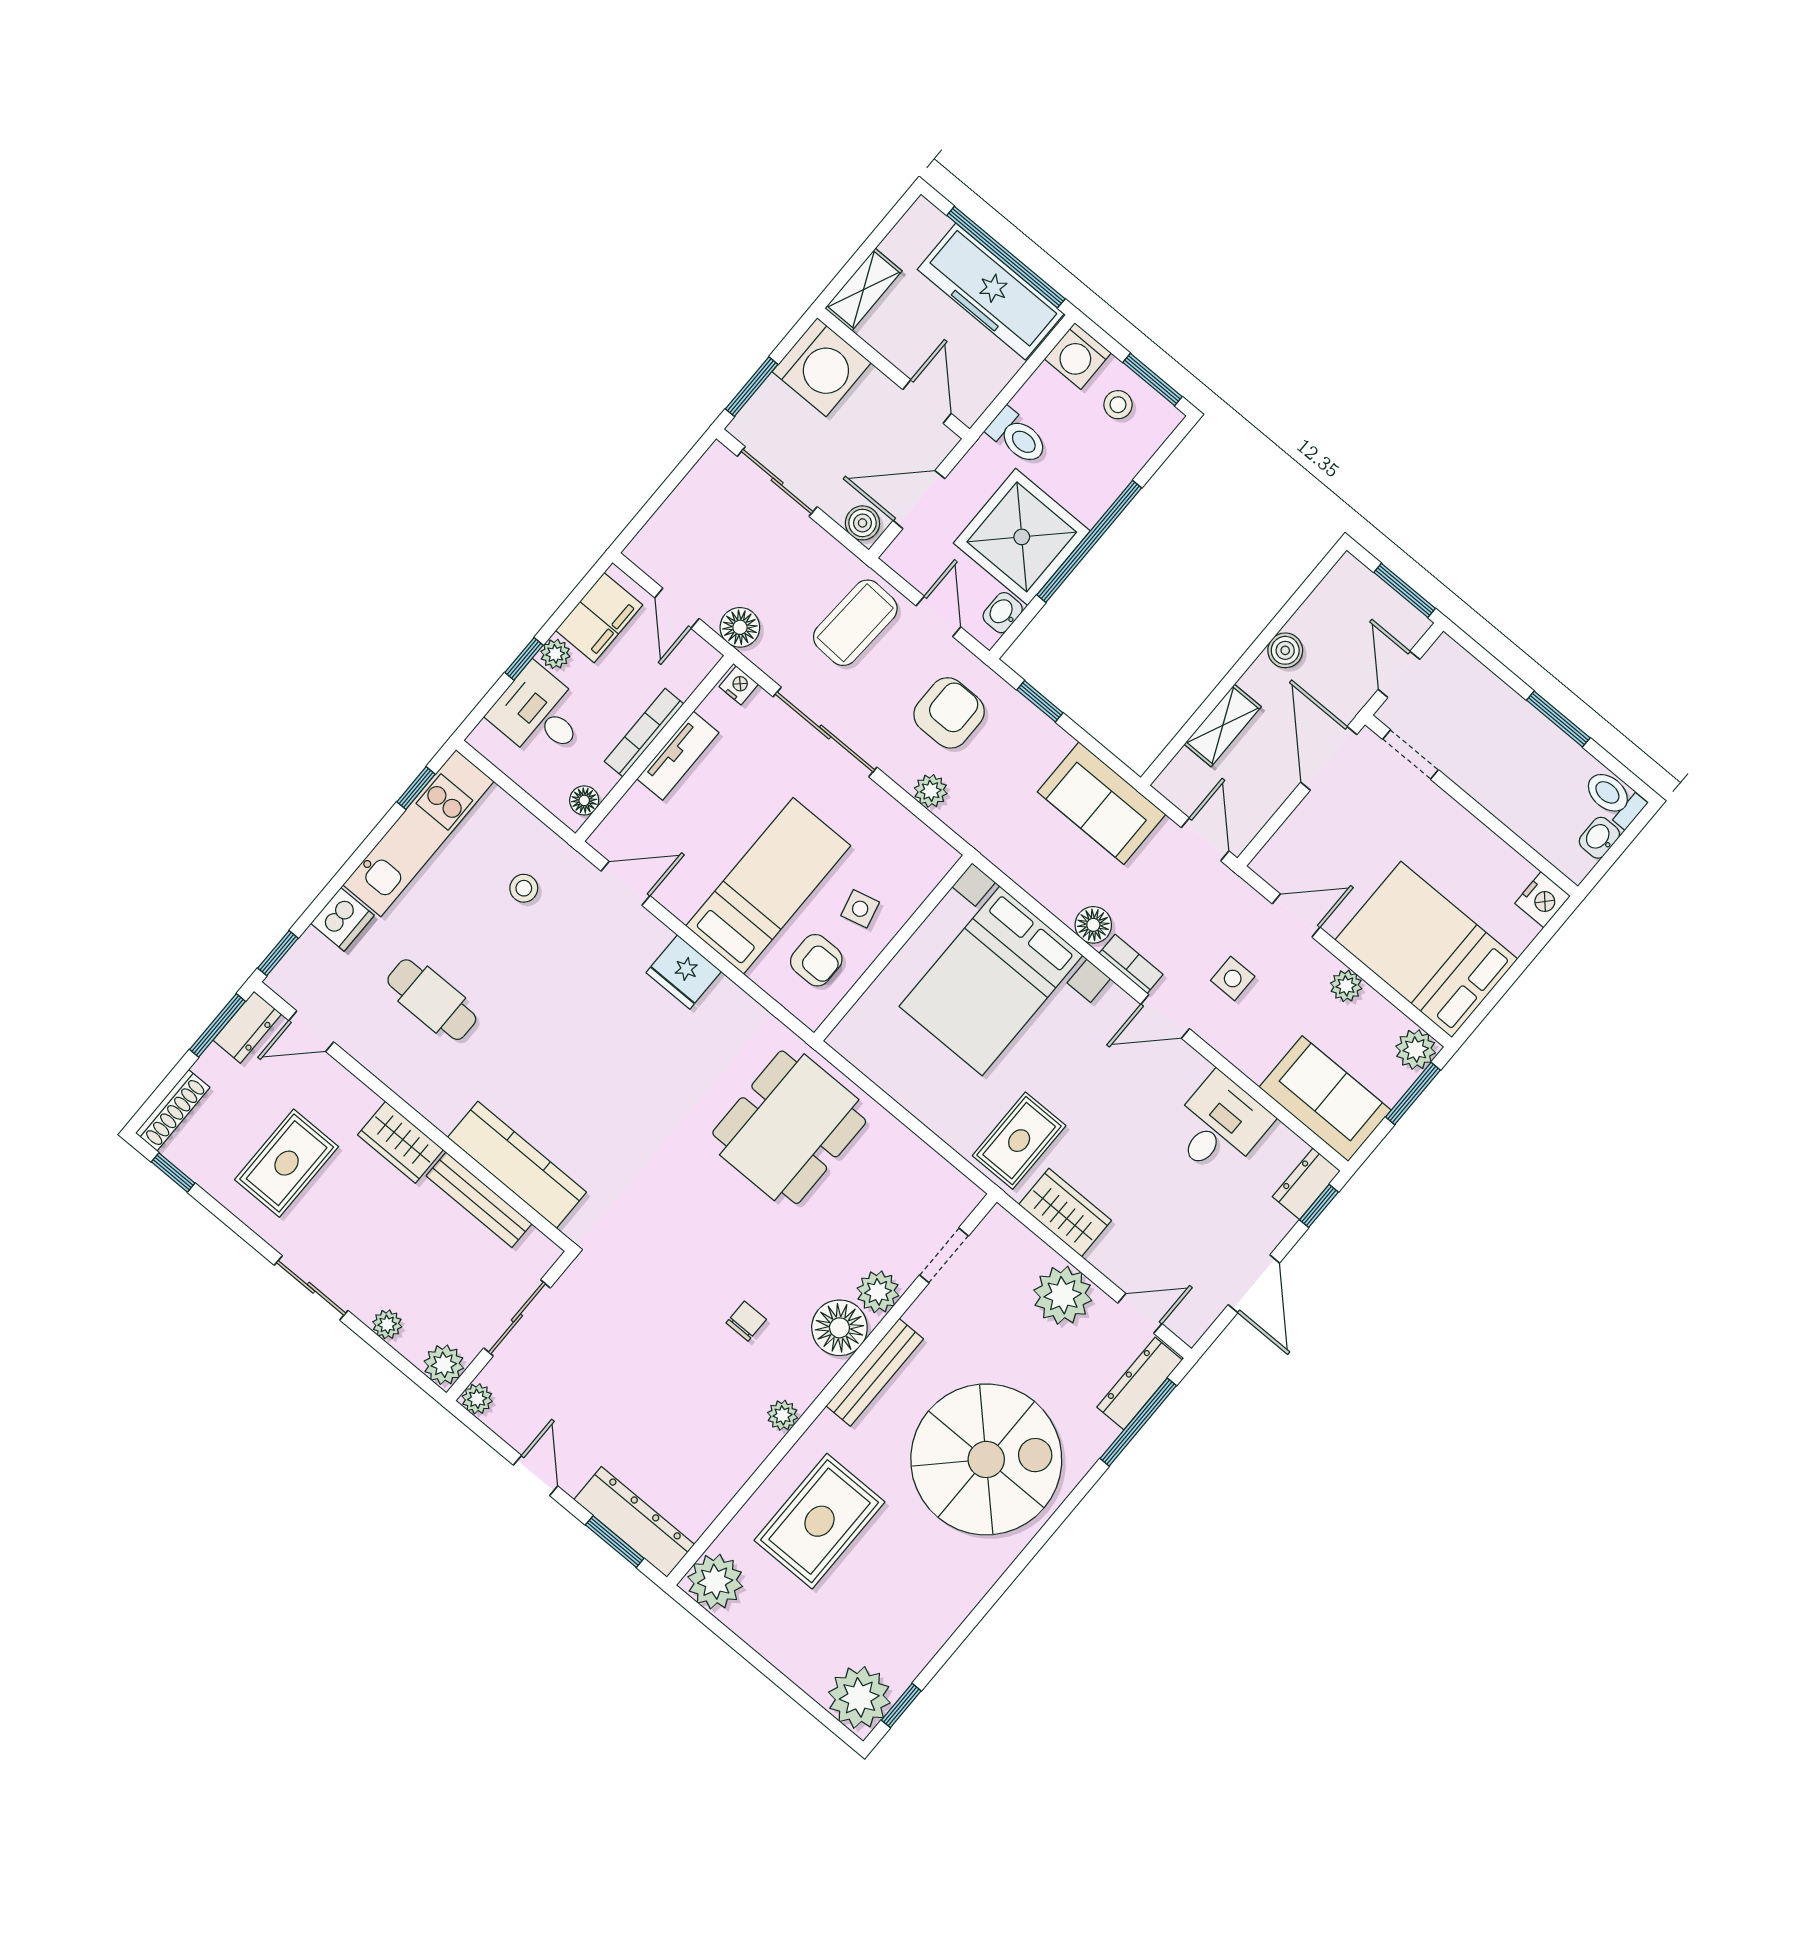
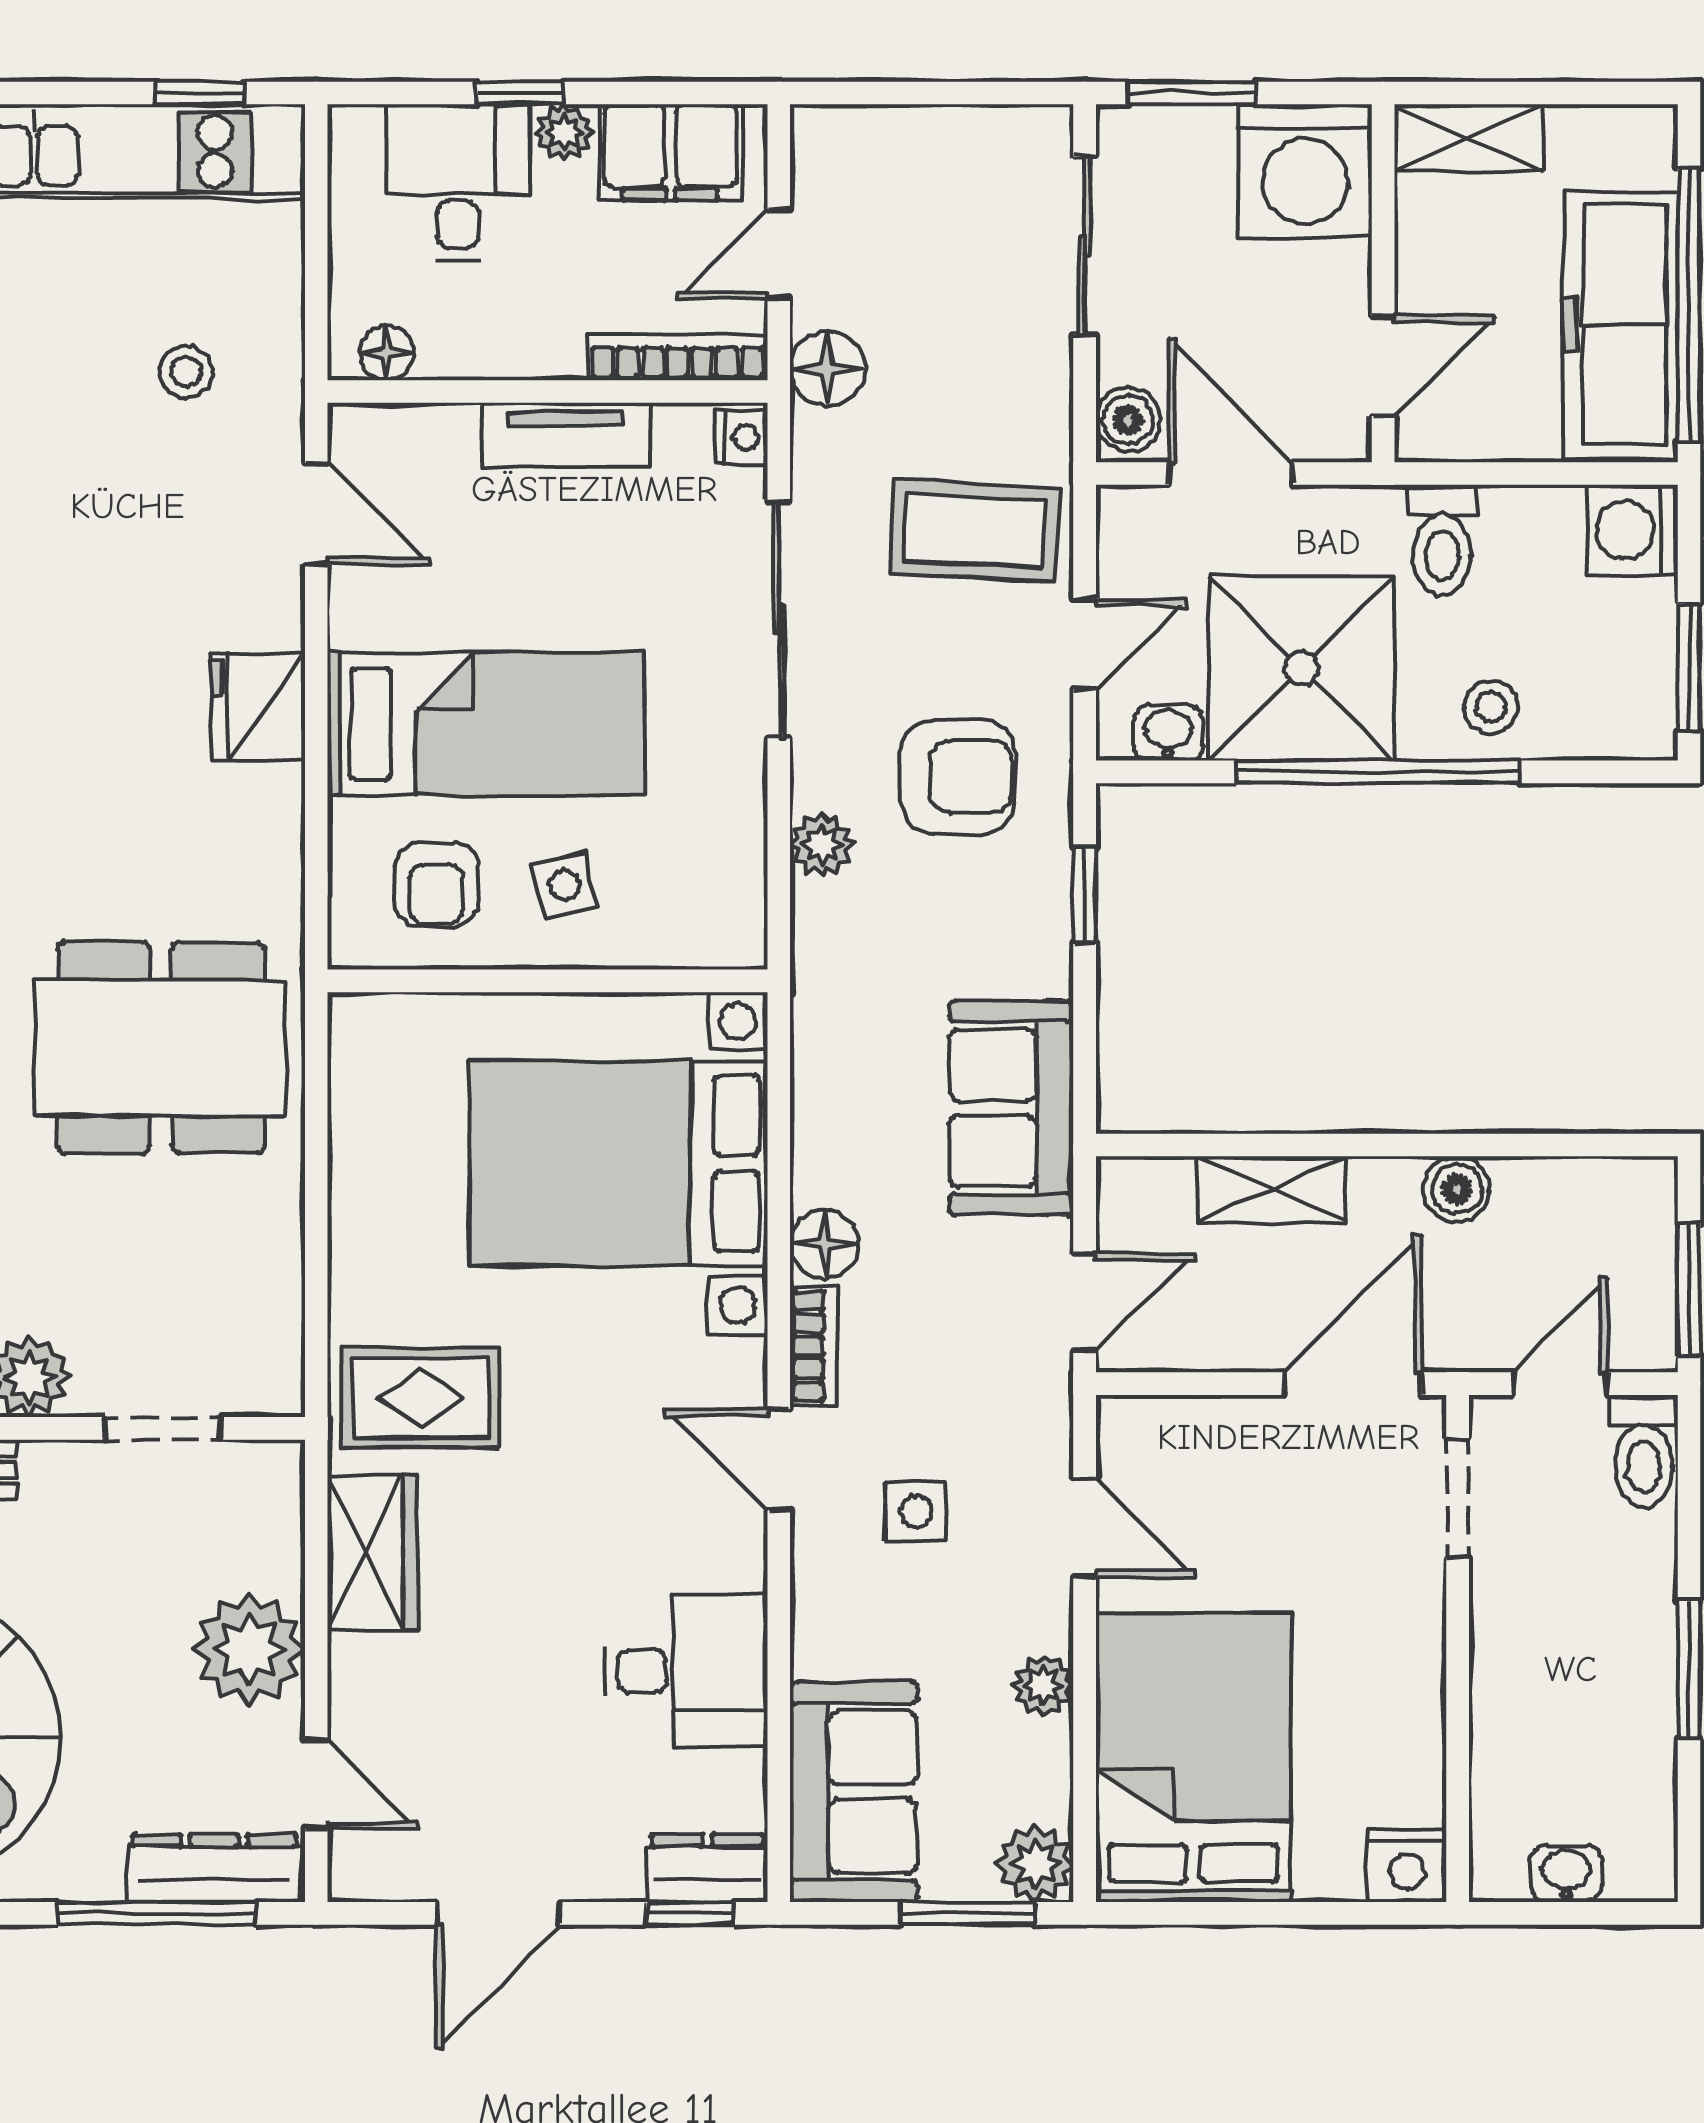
stool: (1118, 405) -> (1491, 707), moved
bookcase: (644, 733) -> (677, 357), moved
toilet: (1614, 798) -> (1644, 1451), moved, turned 180

